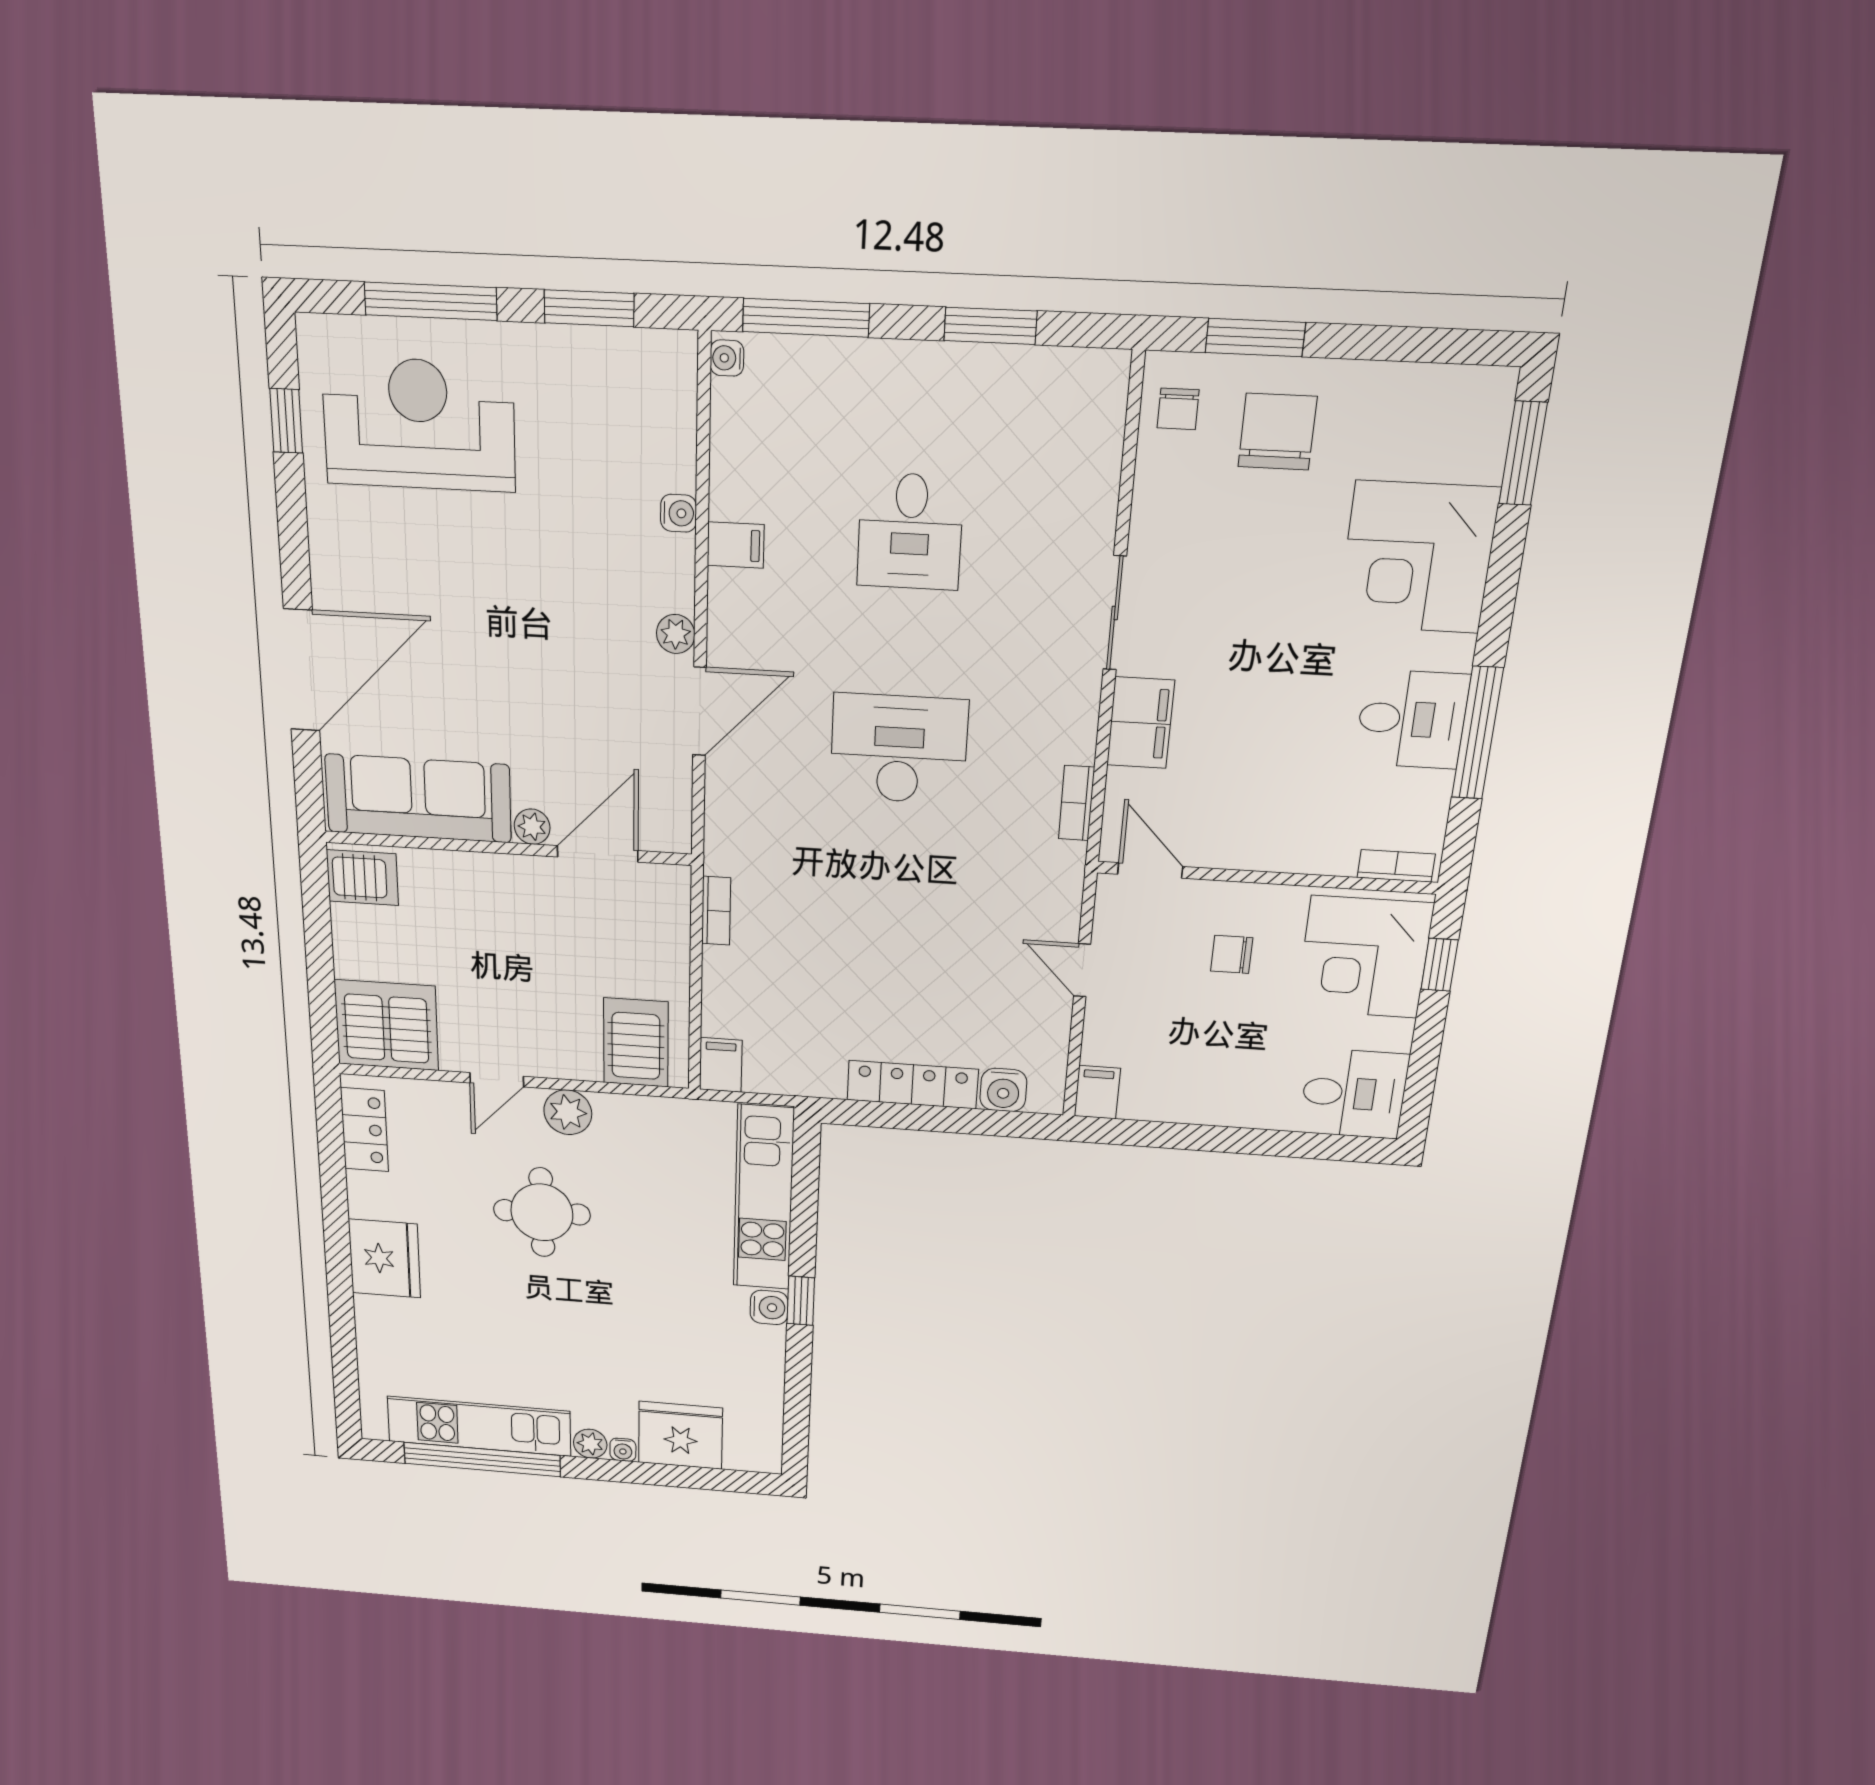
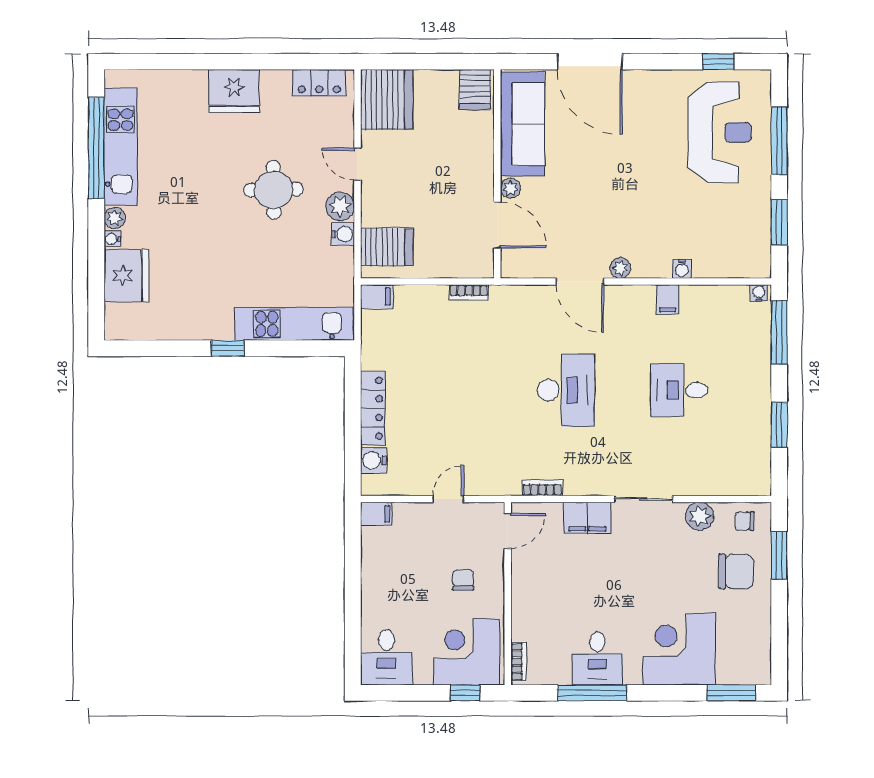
plant: (1159, 502) -> (700, 516), added
water cooler: (769, 1307) -> (343, 234), moved, turned -90

